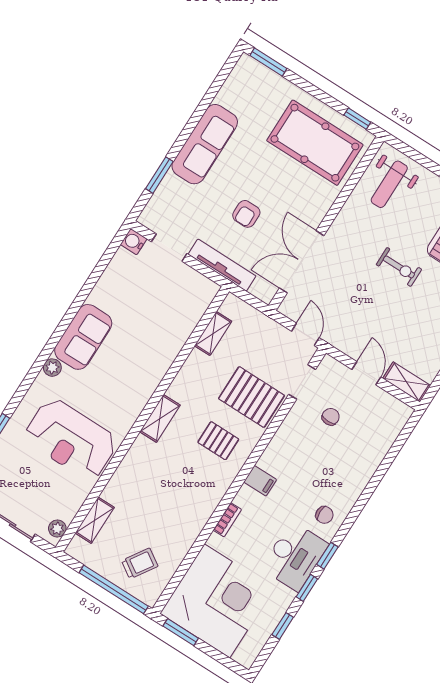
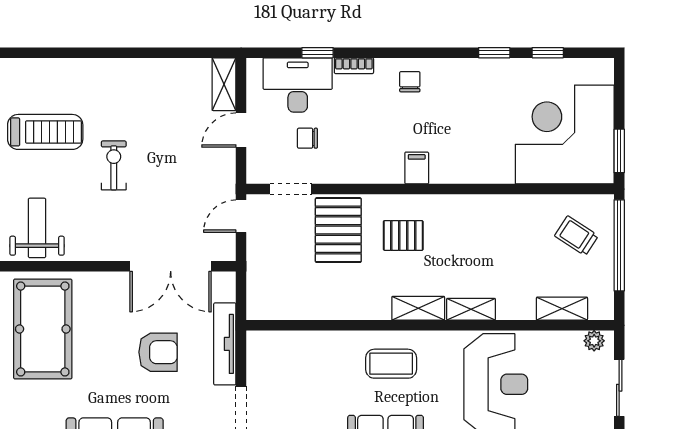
weight bench: (389, 184) -> (37, 228), turned -90
armchair: (246, 214) -> (158, 352), width x1.38, depth x1.38
shelving: (213, 333) -> (471, 309), moved
coffee table: (133, 374) -> (391, 364), added
pallet: (218, 441) -> (403, 235), turned 90
bookcase: (227, 520) -> (354, 66), moved, turned 180
desk: (295, 556) -> (298, 85), moved
window: (327, 556) -> (318, 53), moved

